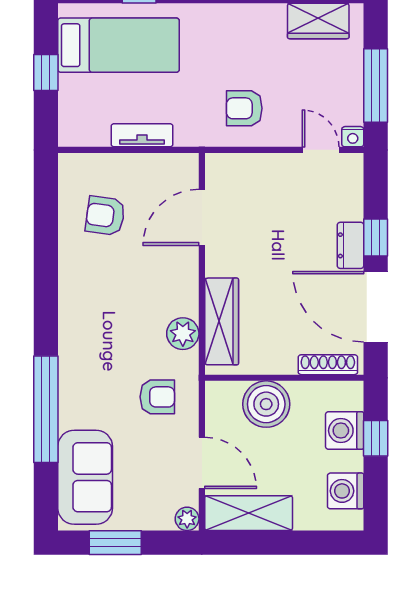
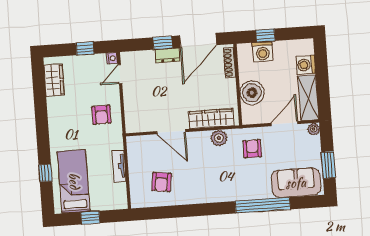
window: (376, 86) -> (85, 48), width x0.46
door: (202, 217) -> (171, 132), moved
washing machine: (346, 491) -> (306, 65), moved, turned 90

